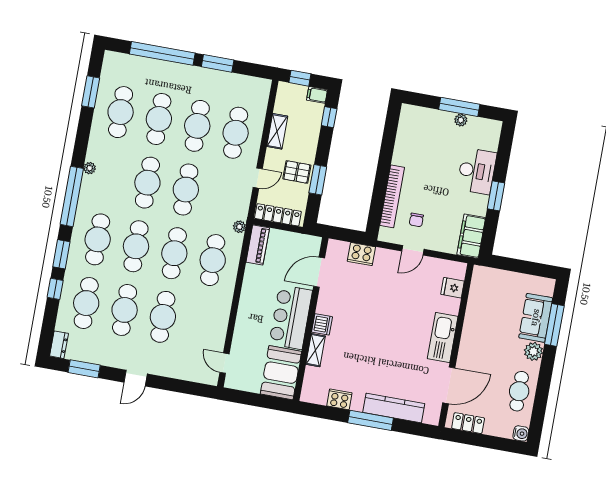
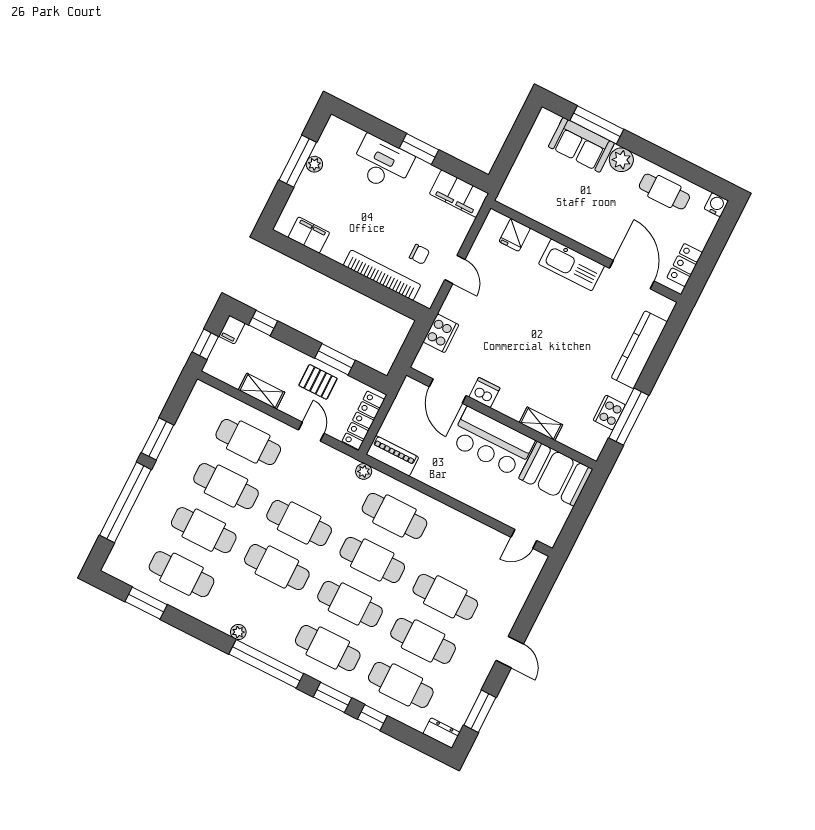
filing cabinet: (406, 132) -> (309, 235), added
pallet: (297, 172) -> (318, 382), turned 90
dishwasher: (322, 324) -> (484, 393), moved
window: (371, 420) -> (629, 417), moved

